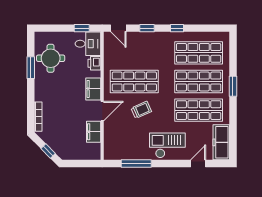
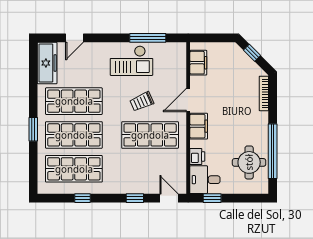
window: (177, 28) -> (82, 198), moved
window: (31, 68) -> (273, 151), width x2.11
filing cabinet: (94, 132) -> (198, 63), moved
checkout: (167, 145) -> (131, 61), moved

